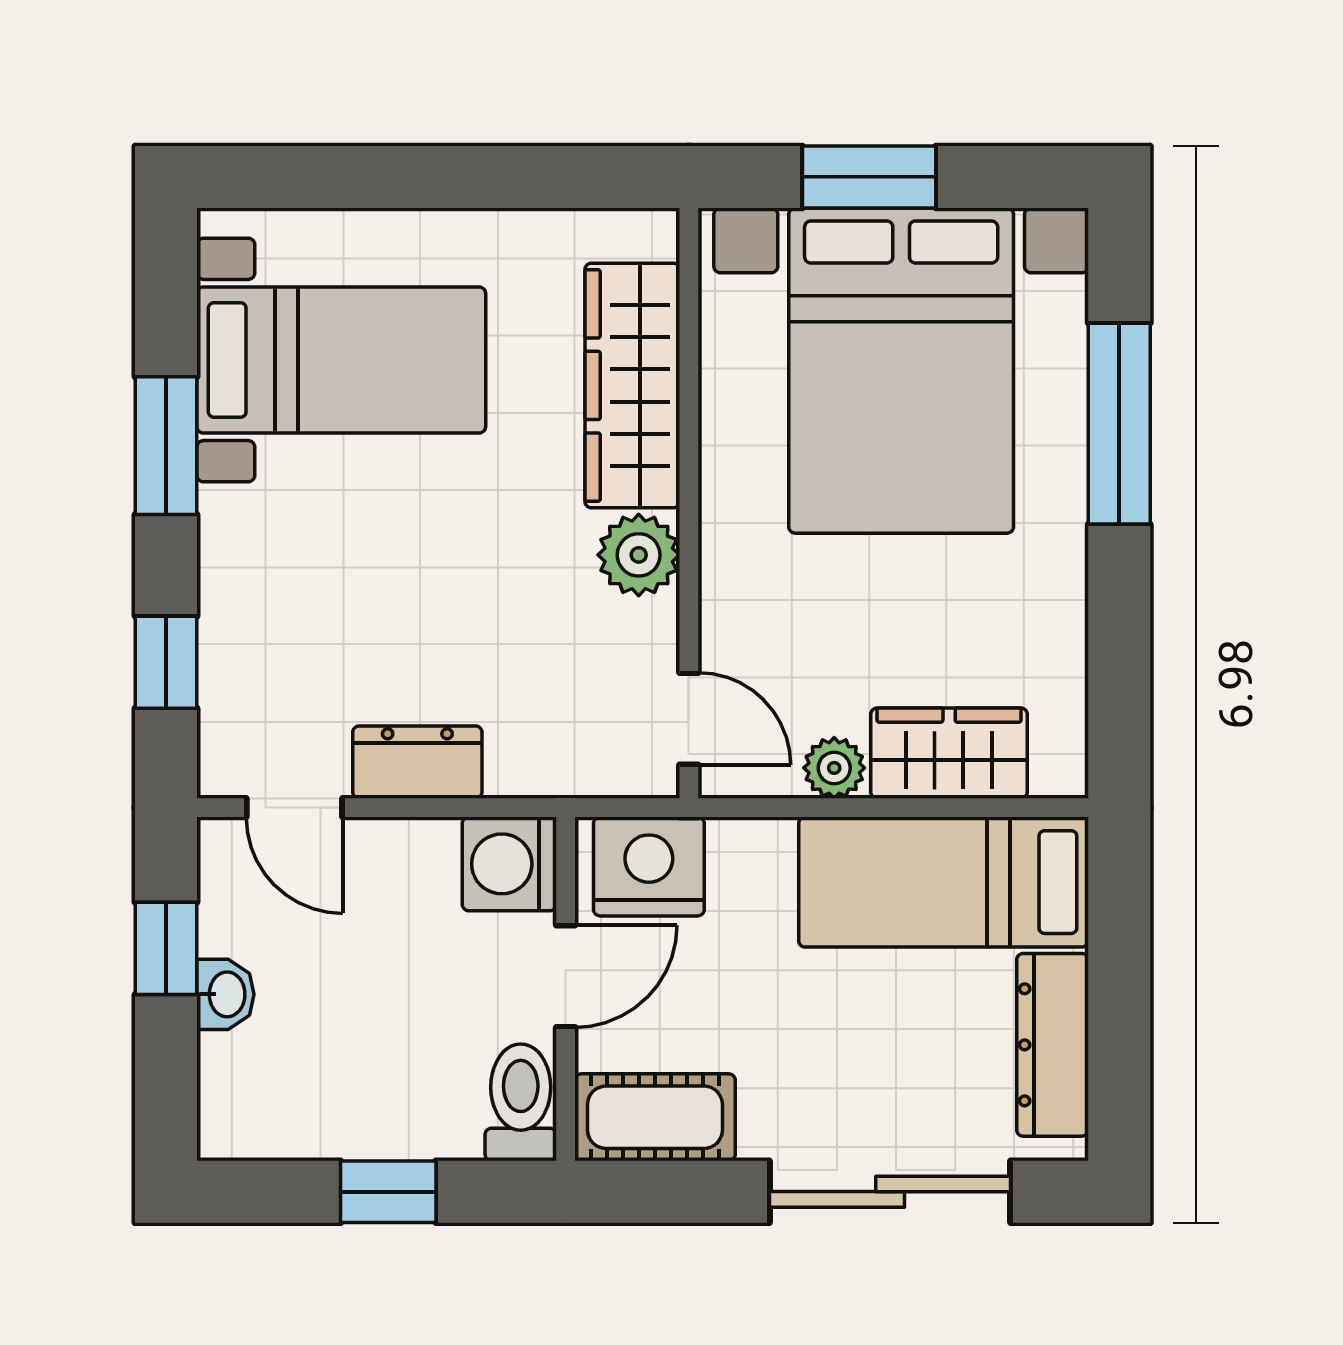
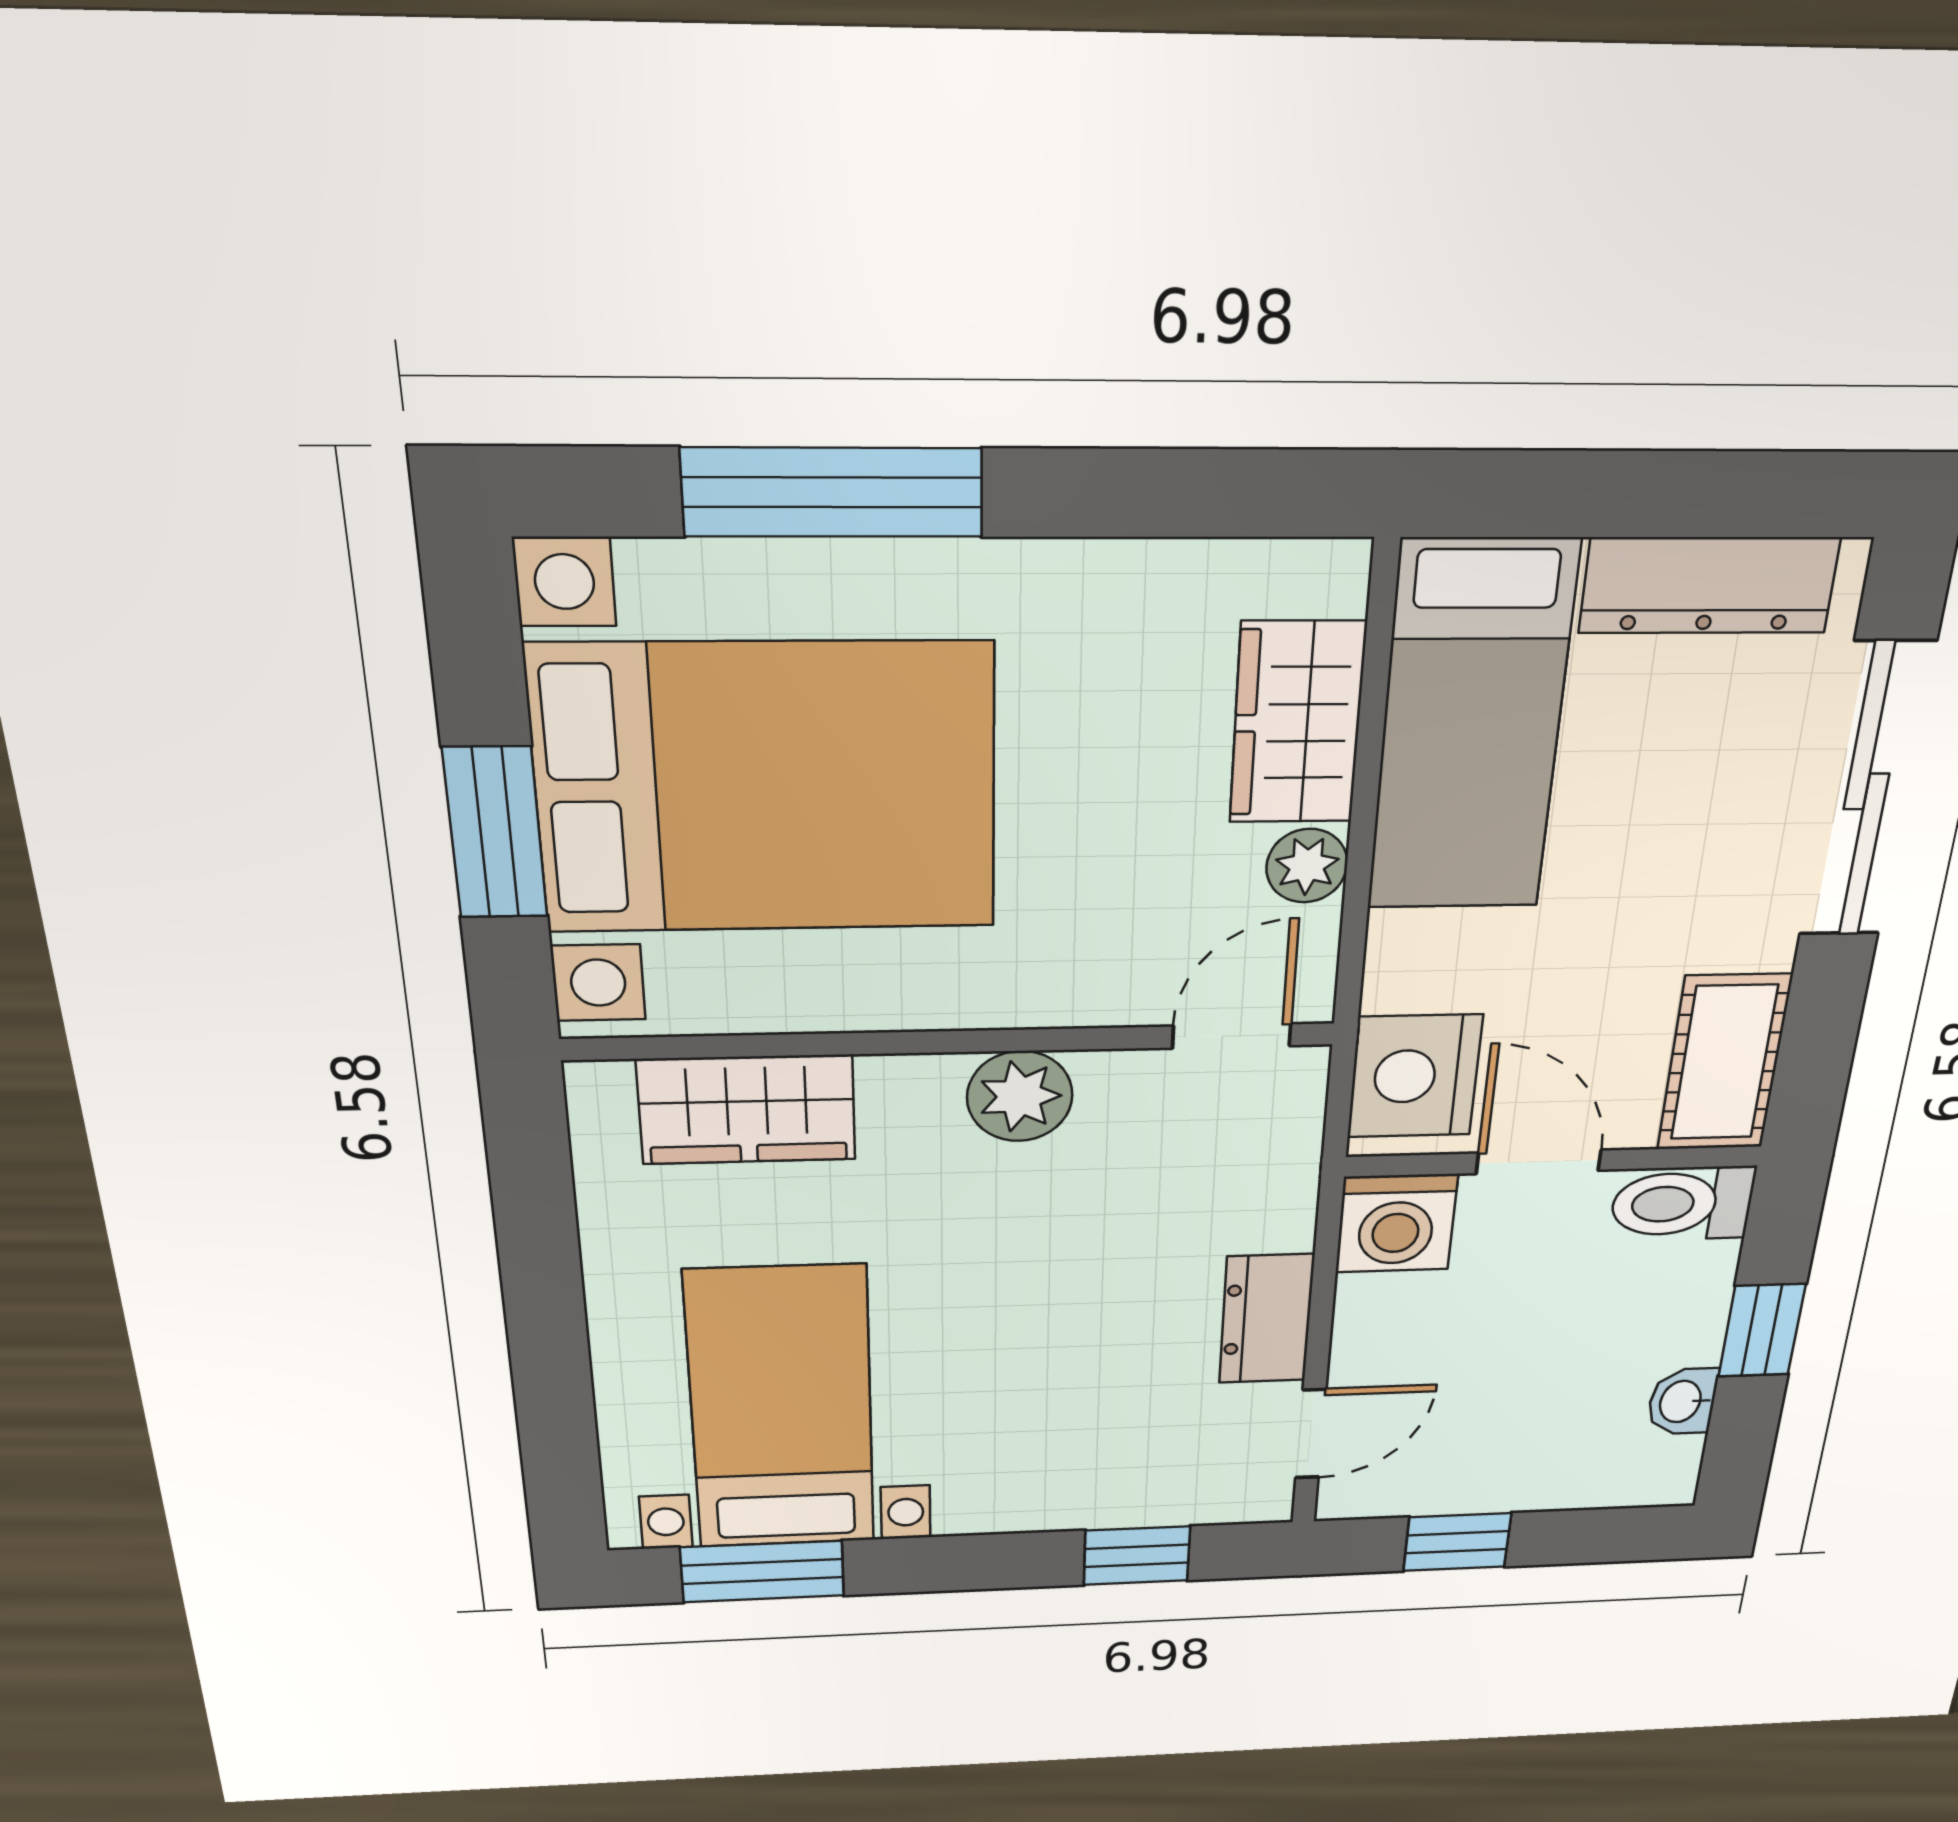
wardrobe: (632, 385) -> (747, 1110), width x0.67
window: (166, 446) -> (763, 1572), moved
washbasin: (225, 994) -> (1682, 1401), moved, turned -90

